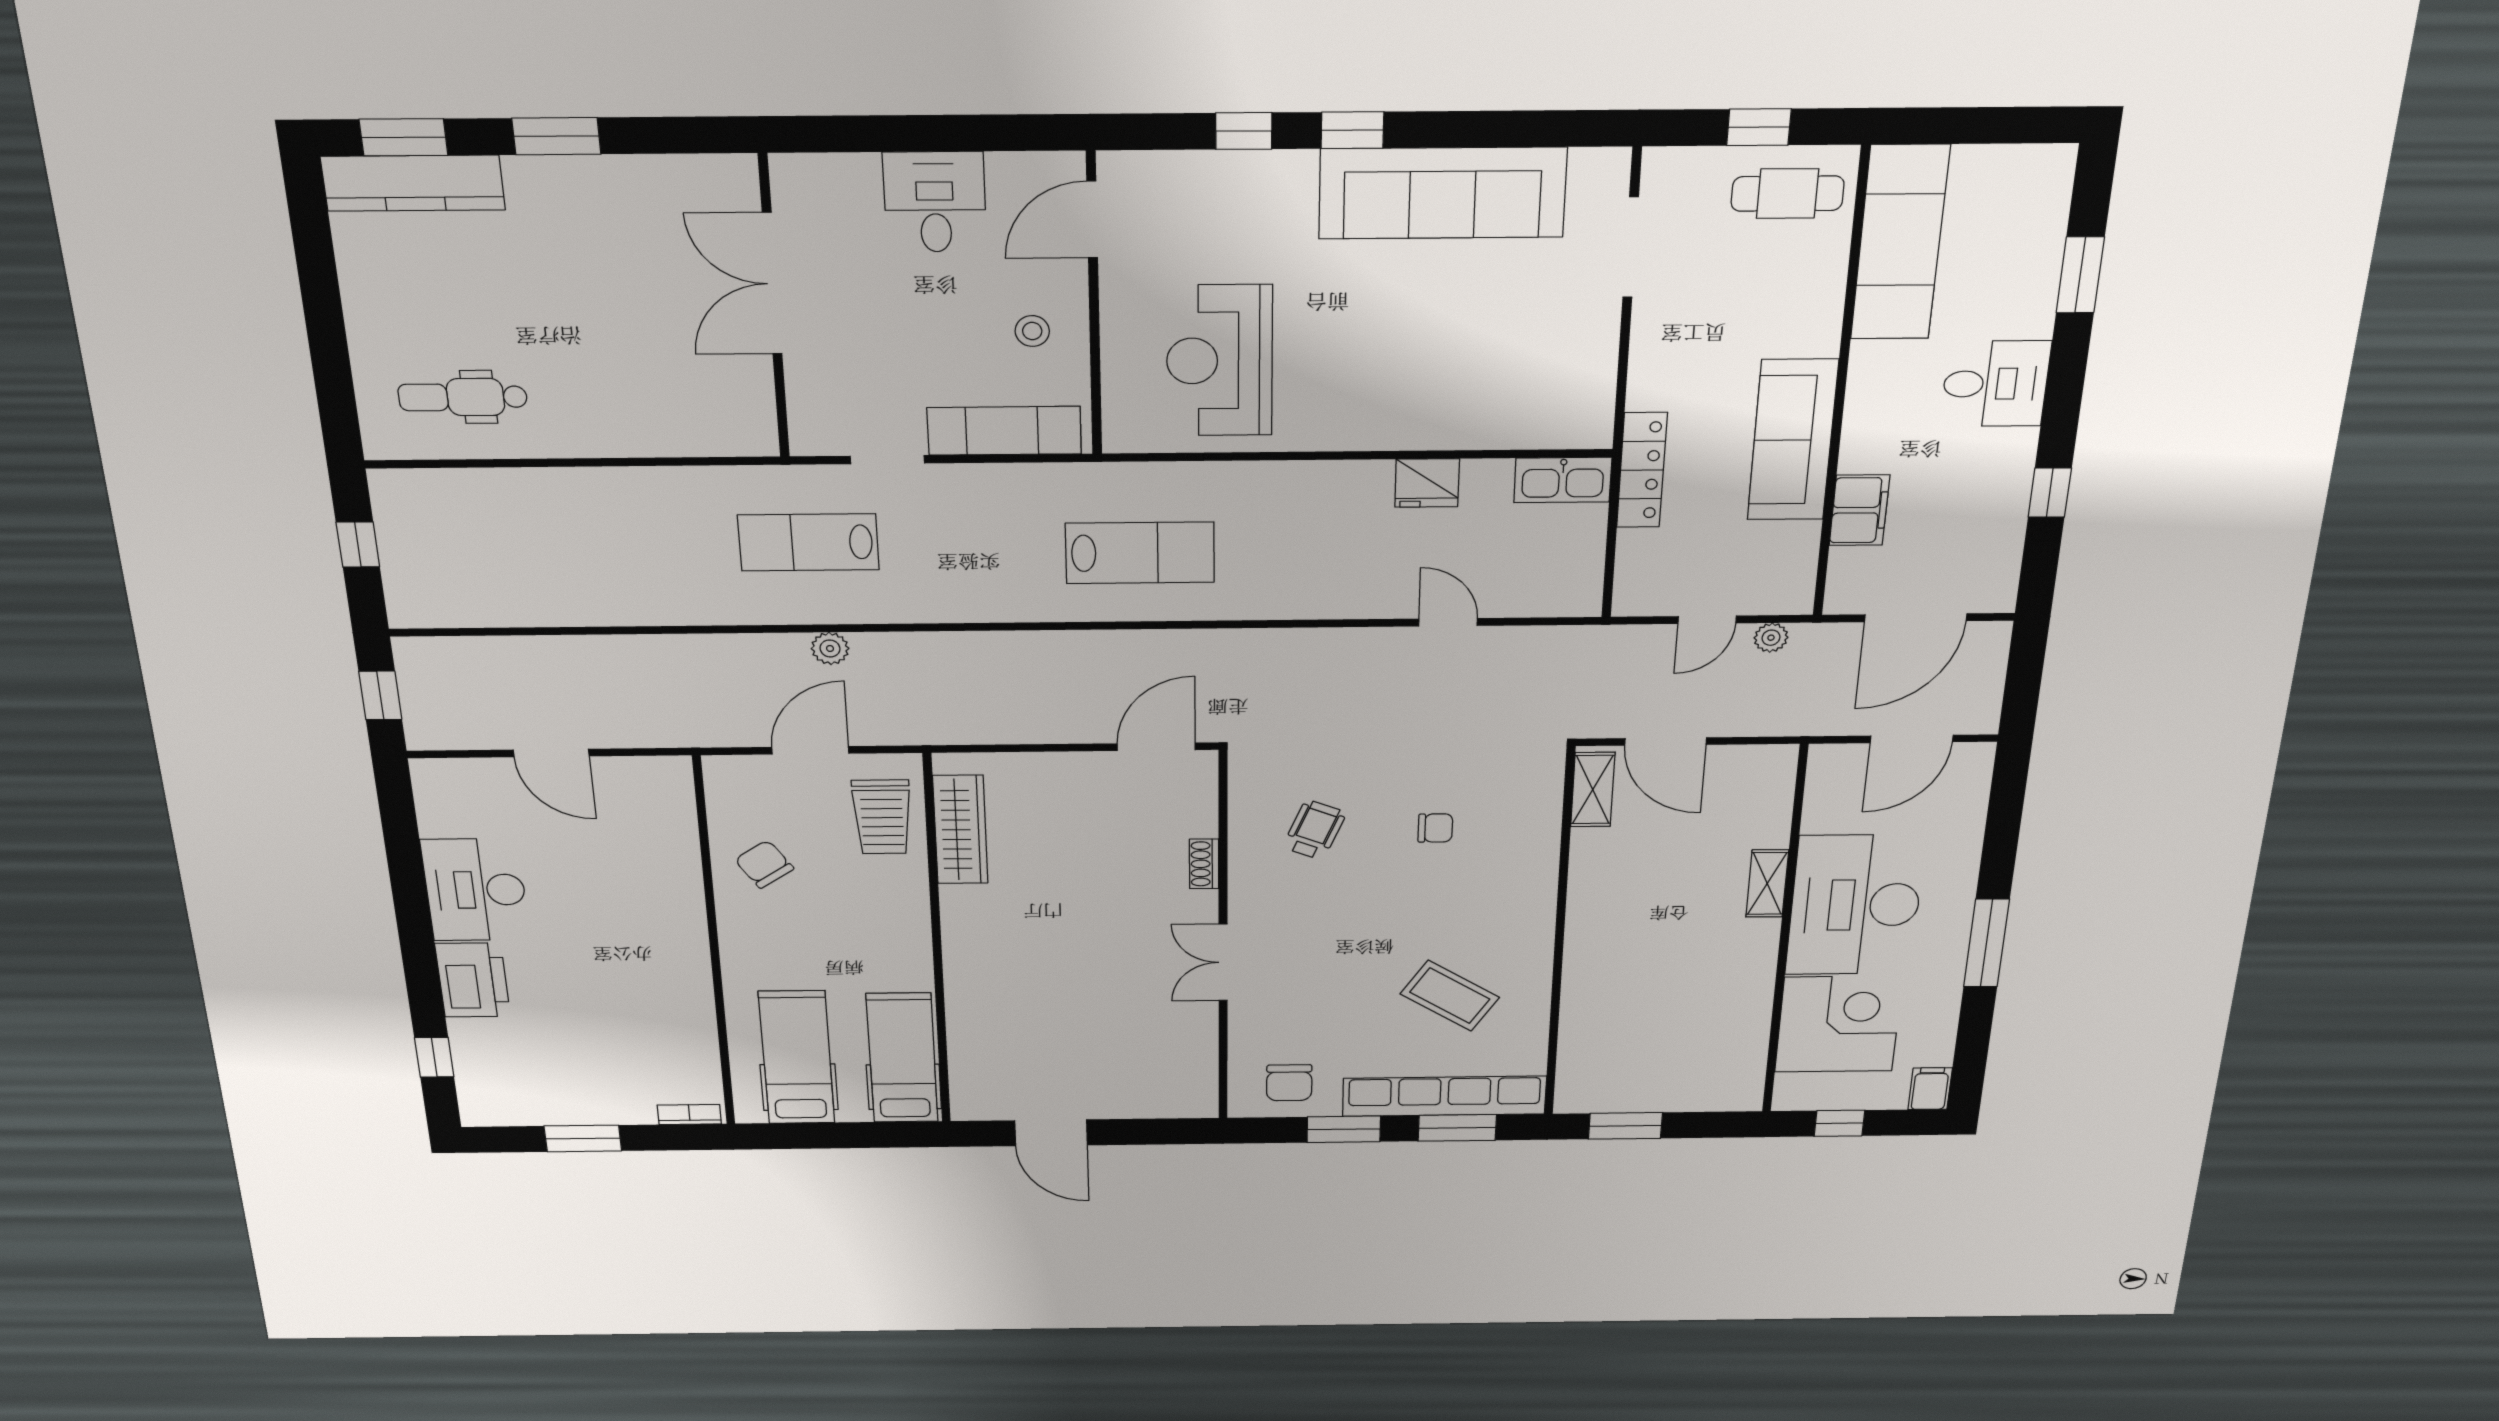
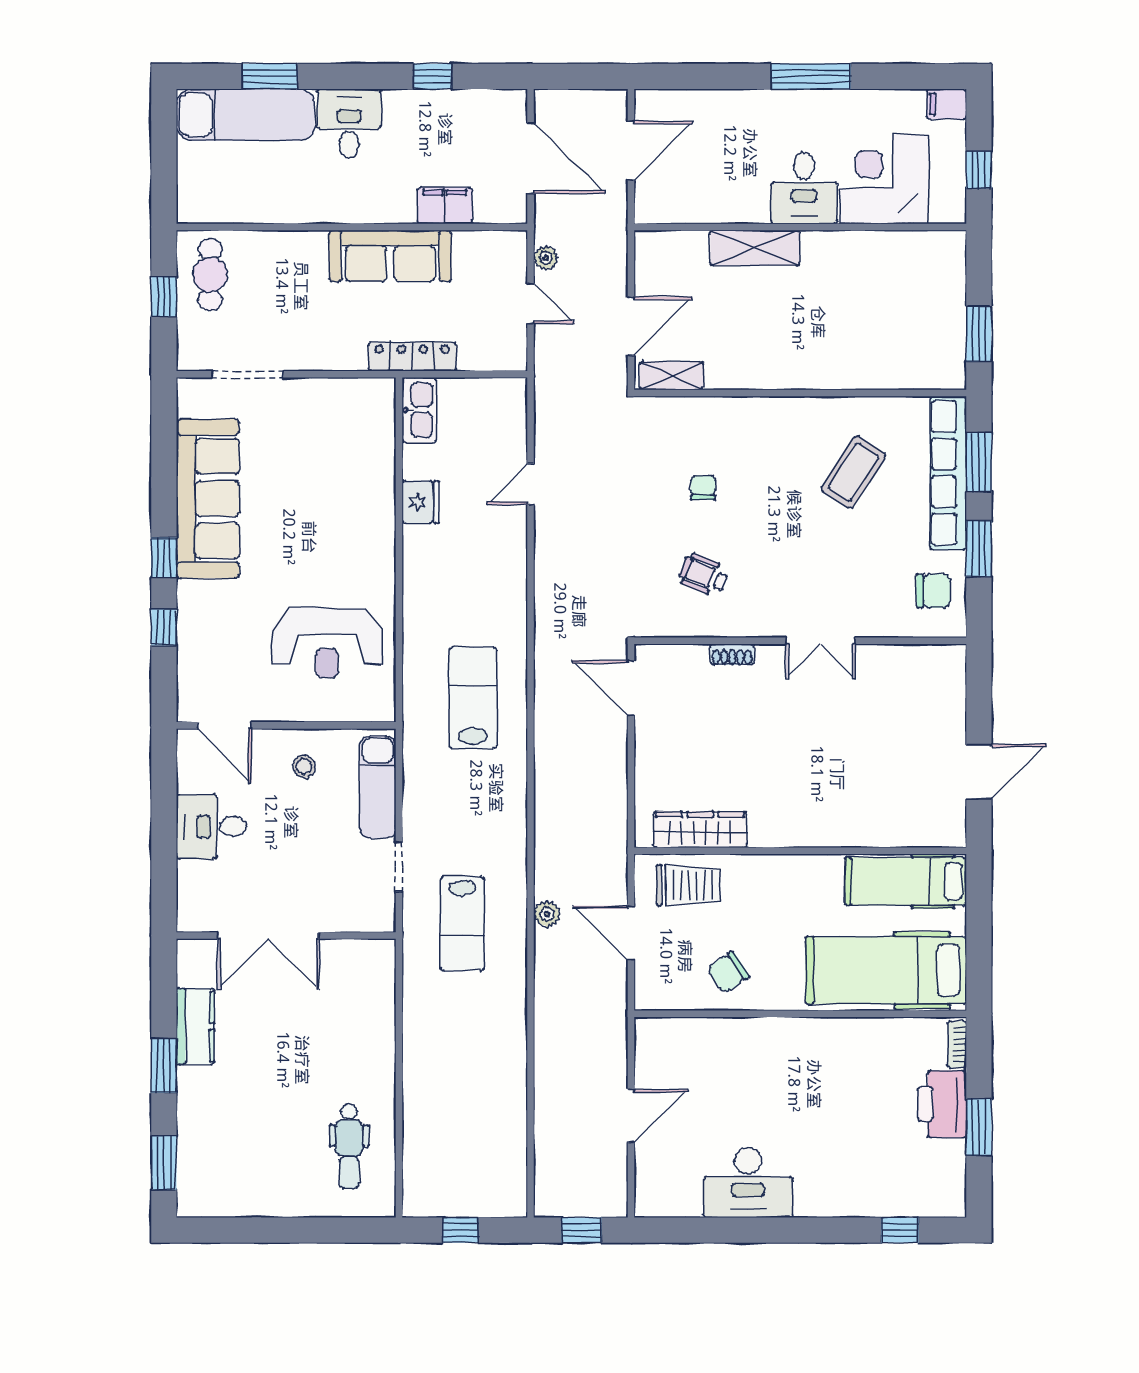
kitchen counter: (413, 183) -> (195, 1026), moved, width x0.67
exam couch: (1900, 243) -> (246, 115), moved, turned 180
door: (1912, 739) -> (631, 150), hinge flipped
shelving: (1767, 883) -> (755, 248), width x1.50, depth x1.33
desk: (1855, 905) -> (804, 188), width x0.53, depth x0.77
printer: (473, 980) -> (942, 1104), moved, turned -90
hospital bed: (797, 1058) -> (886, 970), width x1.37, depth x1.29

